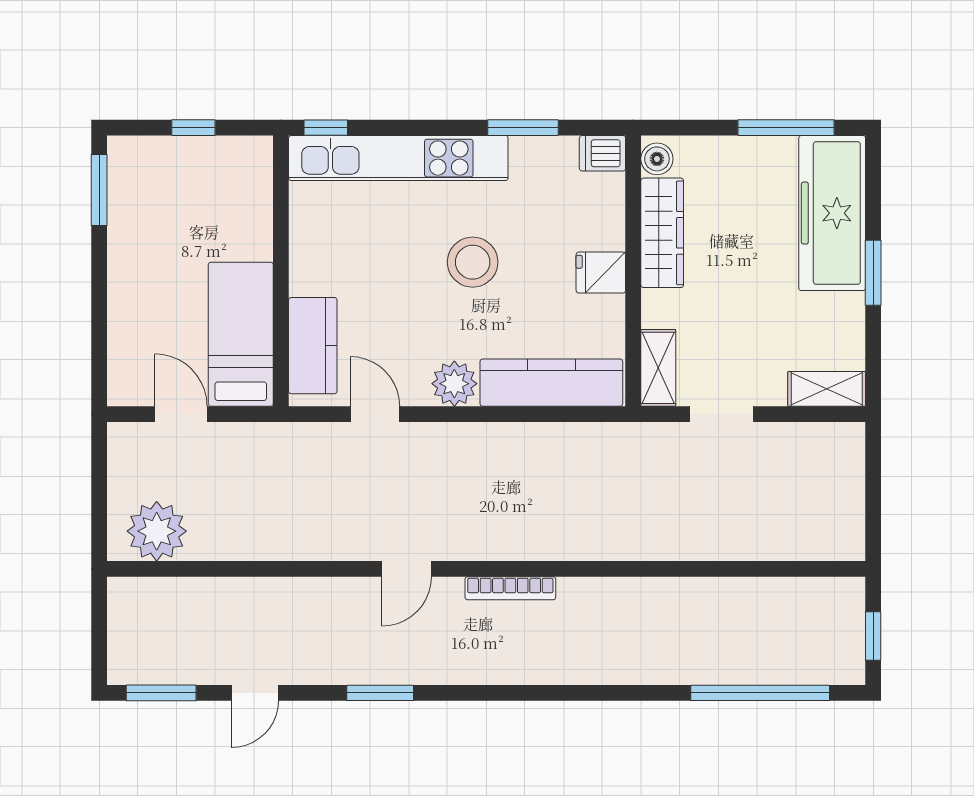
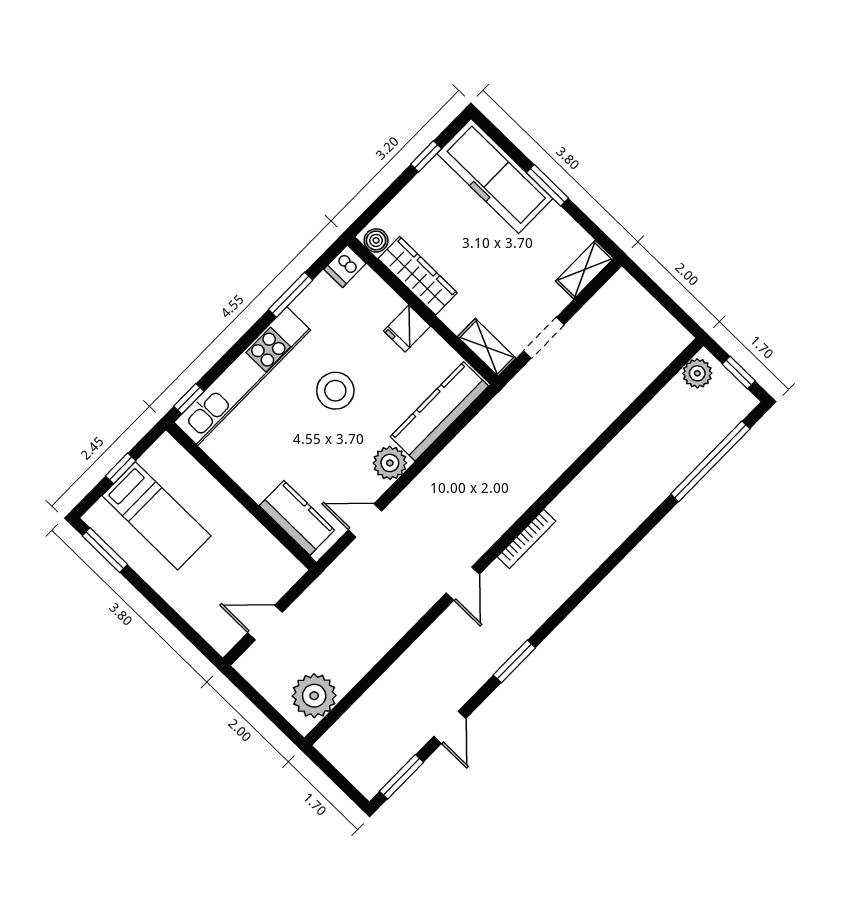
window: (786, 128) -> (426, 156), width x0.46
bed: (241, 334) -> (157, 516), moved, turned 180
plant: (833, 597) -> (697, 373), added

